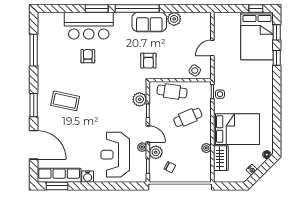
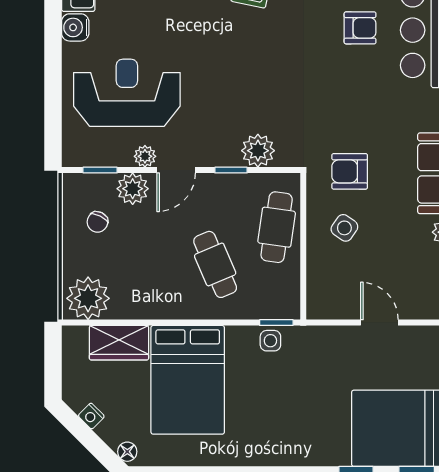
side table: (195, 70) -> (344, 228), moved
plant: (206, 148) -> (88, 298), moved, width x1.88, depth x1.88

